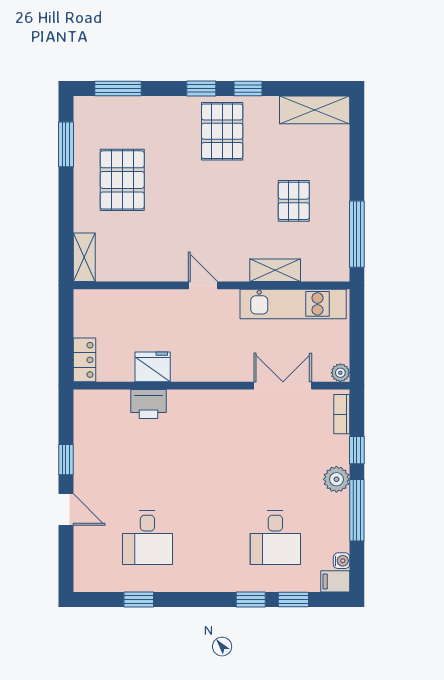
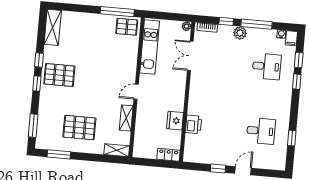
pallet: (294, 201) -> (127, 27), moved
shelving: (275, 270) -> (126, 118), moved

